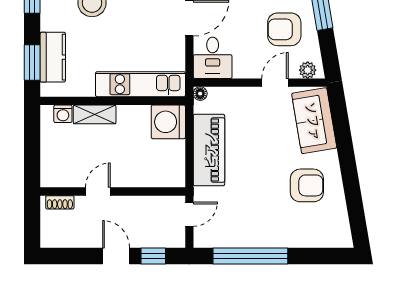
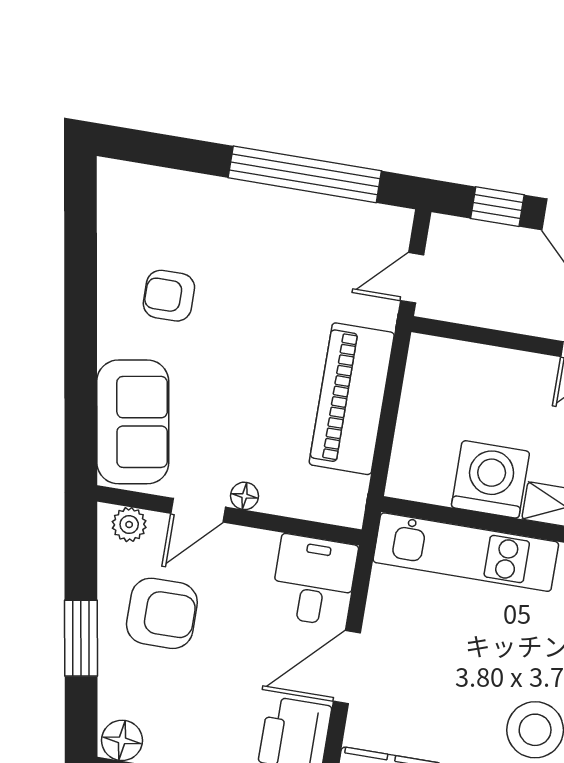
floor lamp: (200, 94) -> (244, 496), moved
washing machine: (168, 122) -> (490, 479), moved, turned -90
armchair: (307, 185) -> (169, 296), width x0.72, depth x0.72

